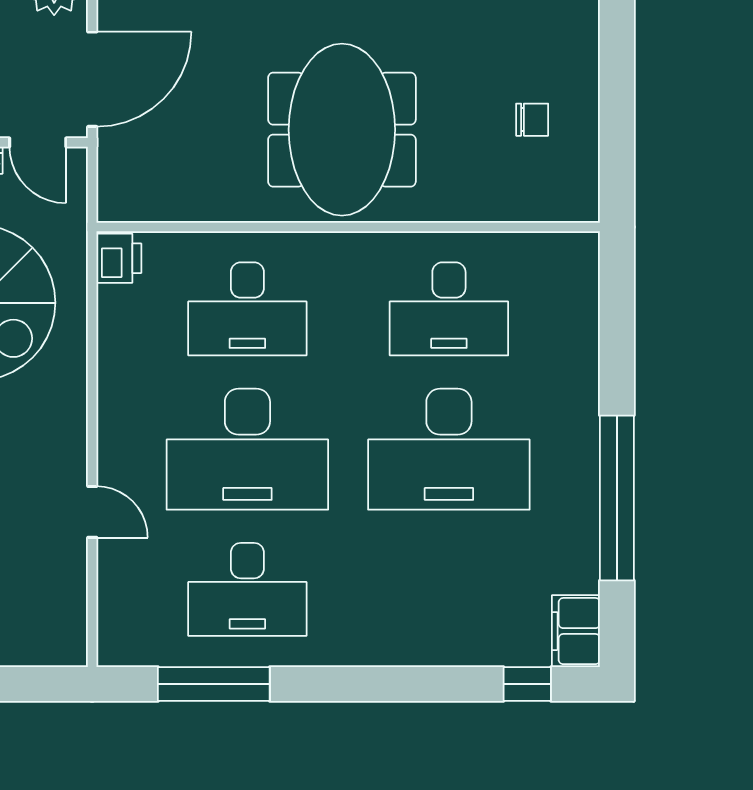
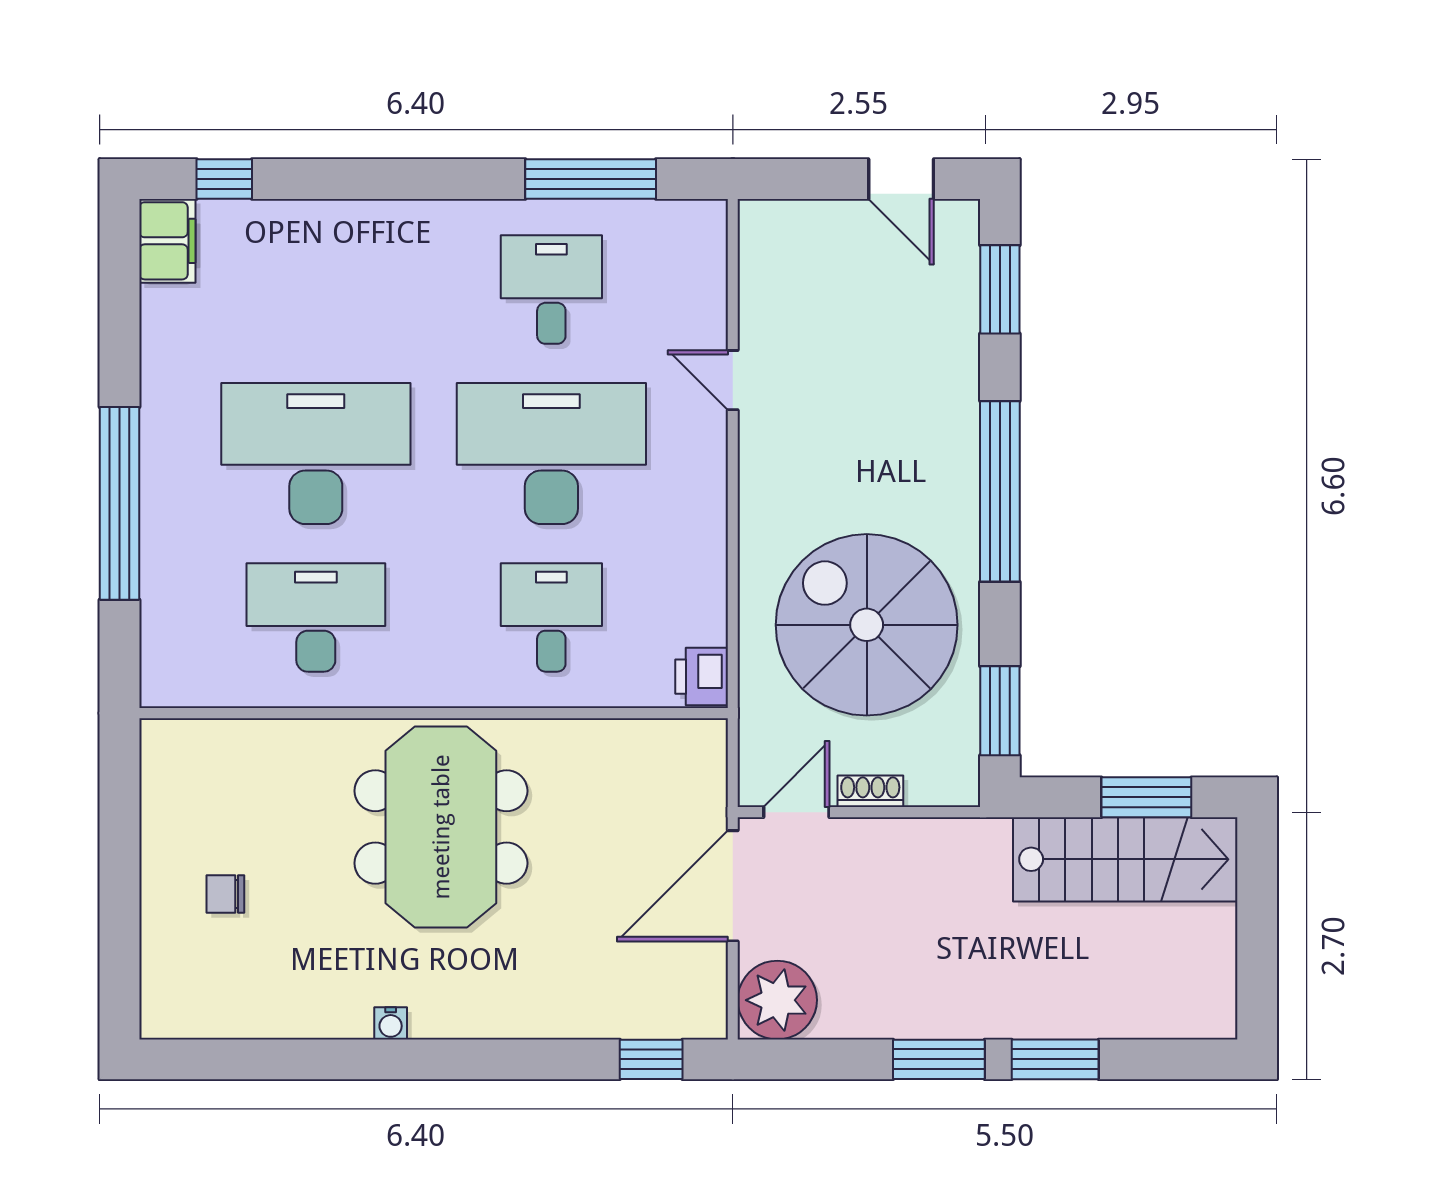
chair: (532, 120) -> (225, 894), moved
door: (38, 142) -> (796, 812), hinge flipped
desk: (247, 309) -> (551, 617), width x0.73
window: (617, 498) -> (120, 503), moved
desk: (247, 589) -> (551, 290), width x0.73

